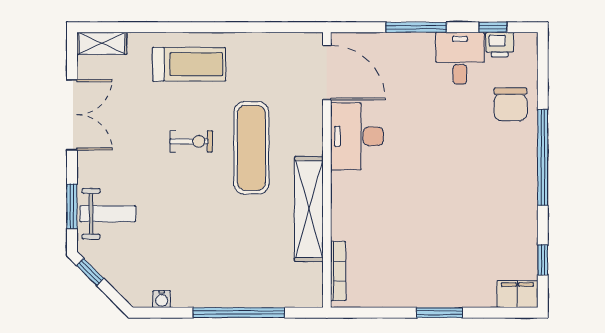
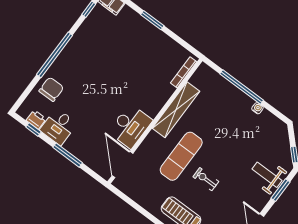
water cooler: (162, 299) -> (257, 108), moved

